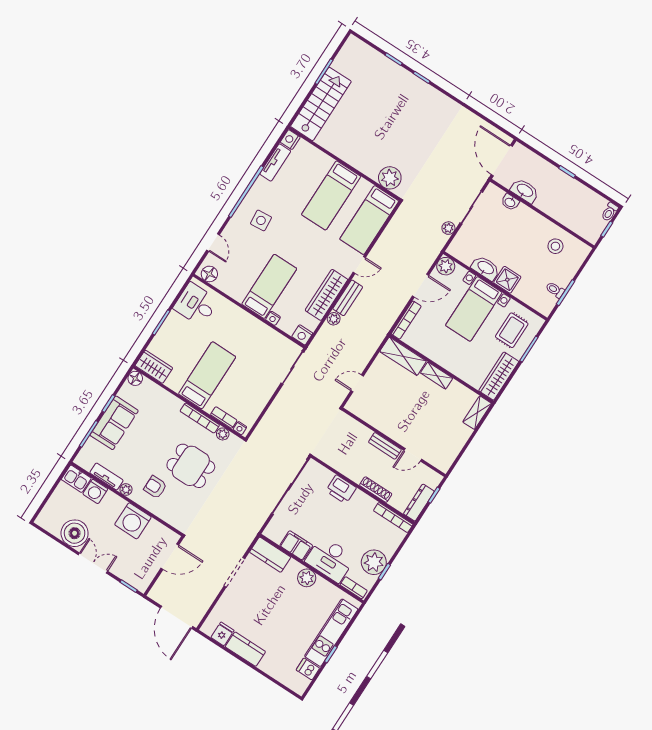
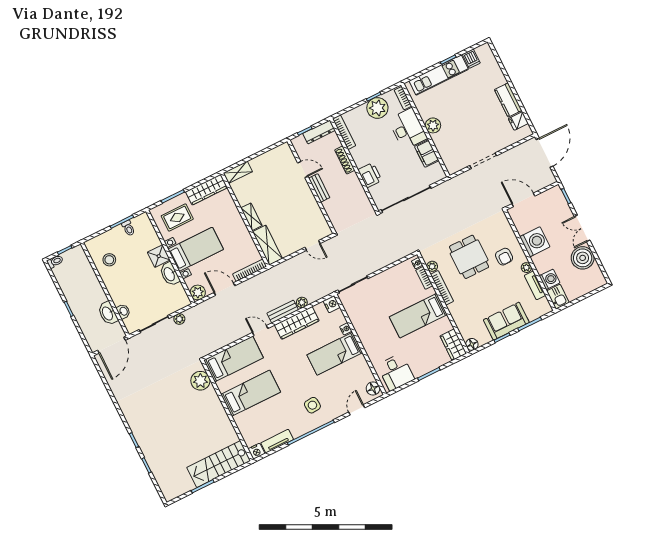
kitchen counter: (270, 555) -> (450, 158), removed

